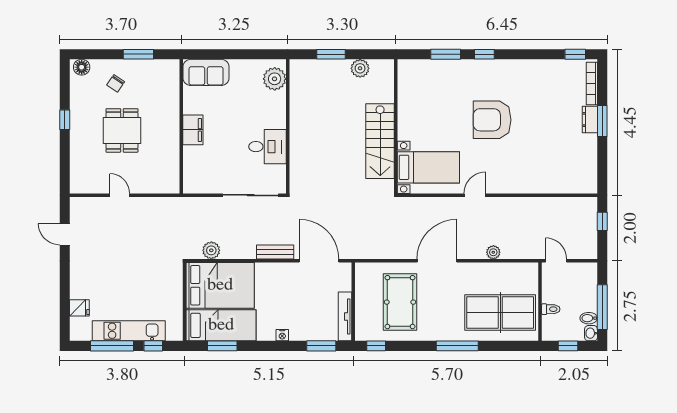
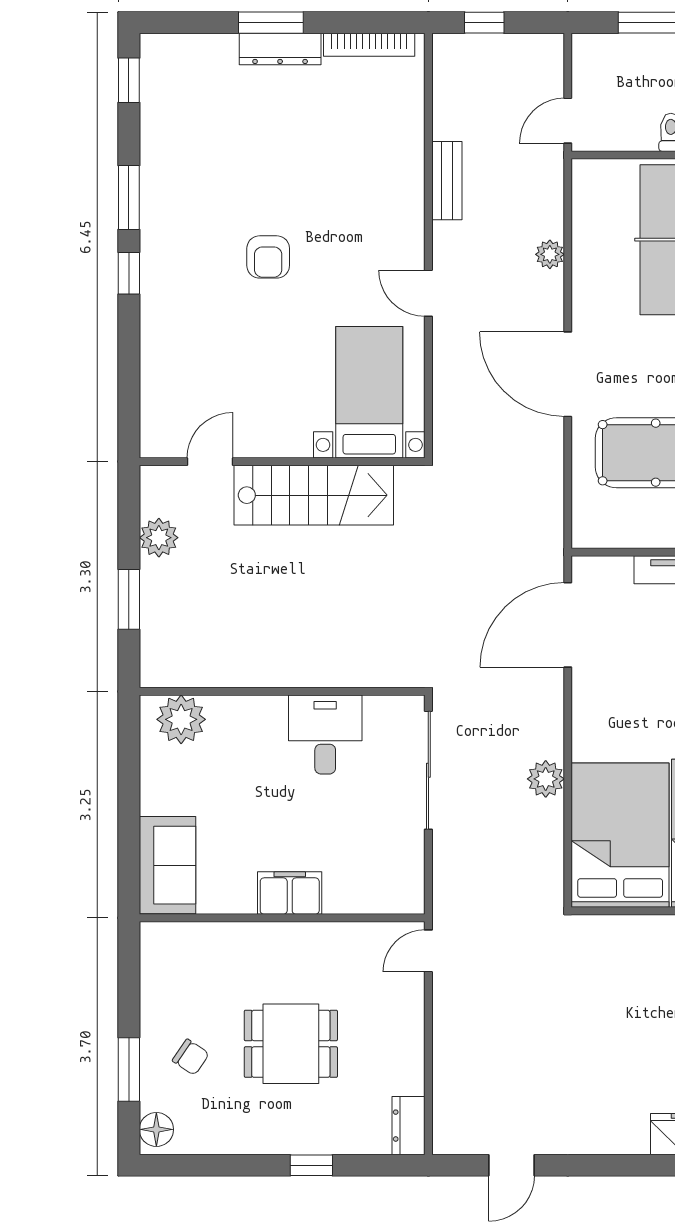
window: (138, 54) -> (129, 1069), moved
window: (446, 54) -> (129, 197), moved
bookcase: (592, 83) -> (369, 45), moved
door: (396, 92) -> (210, 462), added
window: (65, 120) -> (311, 1165), moved
armchair: (492, 120) -> (268, 257), width x0.53, depth x0.53
dresser: (590, 120) -> (280, 49), width x1.44
dresser: (83, 186) -> (408, 1126), added
door: (120, 195) -> (428, 951), moved
plant: (211, 250) -> (546, 779), moved
bench: (275, 252) -> (447, 181), moved

